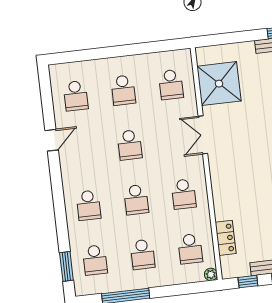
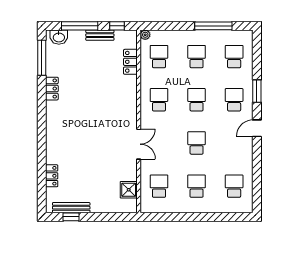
shower: (219, 84) -> (129, 190), width x0.54, depth x0.54
door: (52, 140) -> (257, 128), moved
window: (66, 266) -> (257, 91), moved

